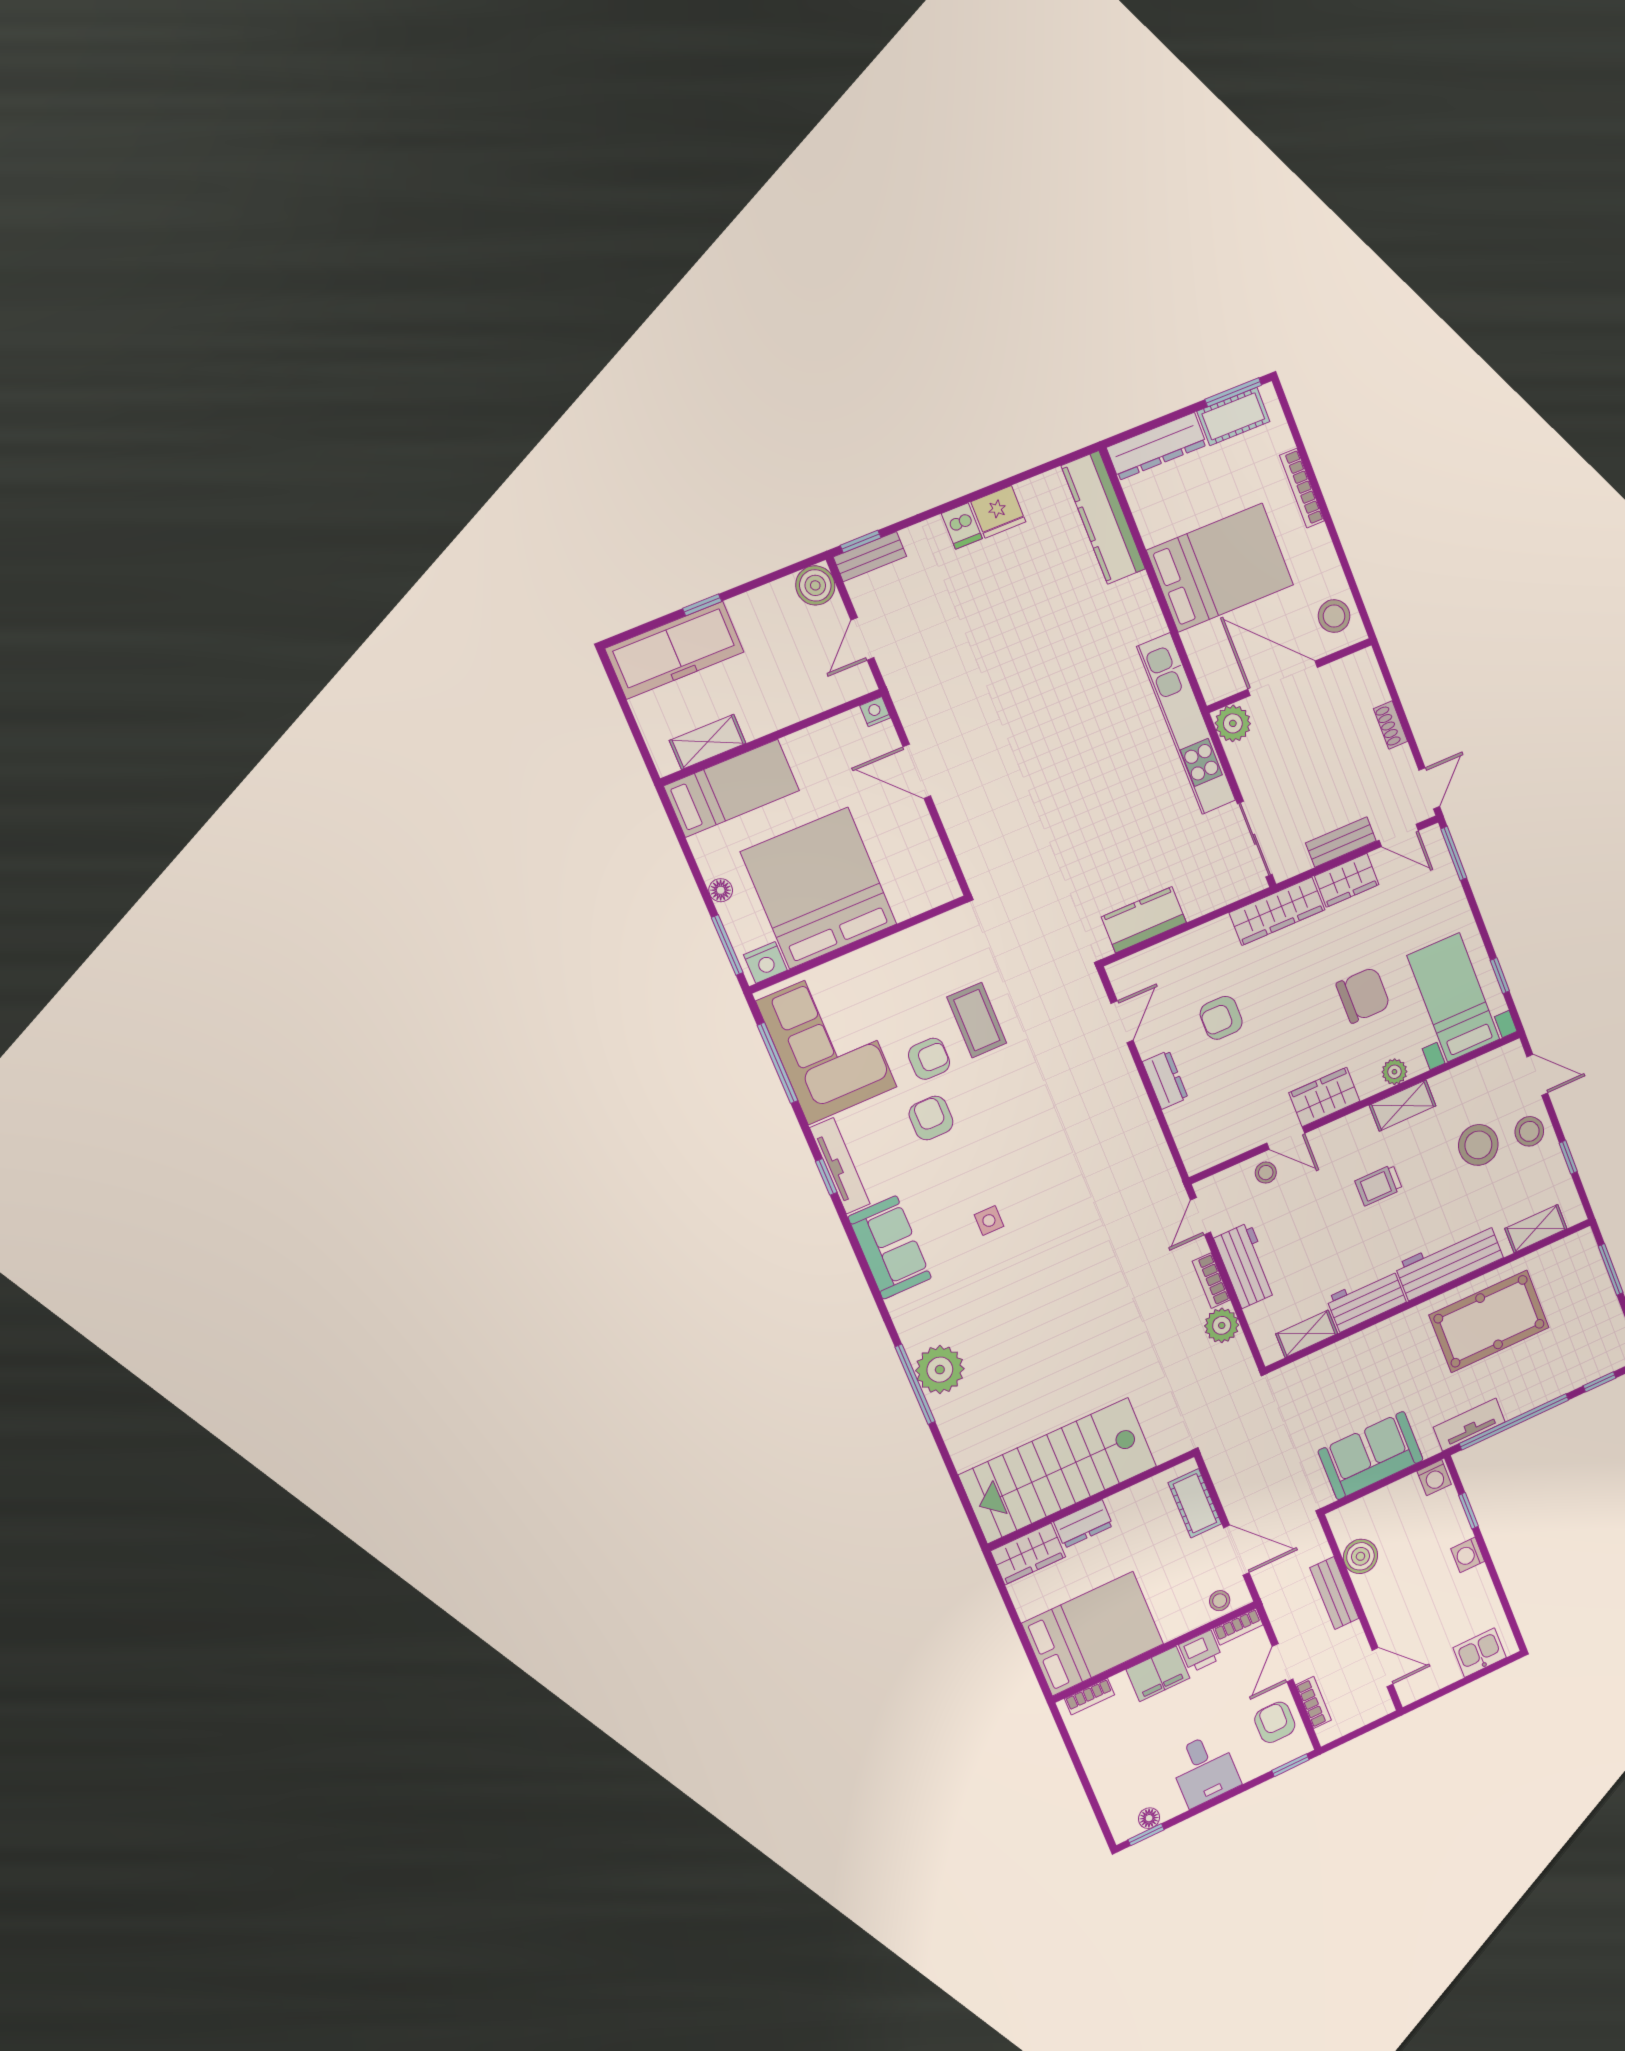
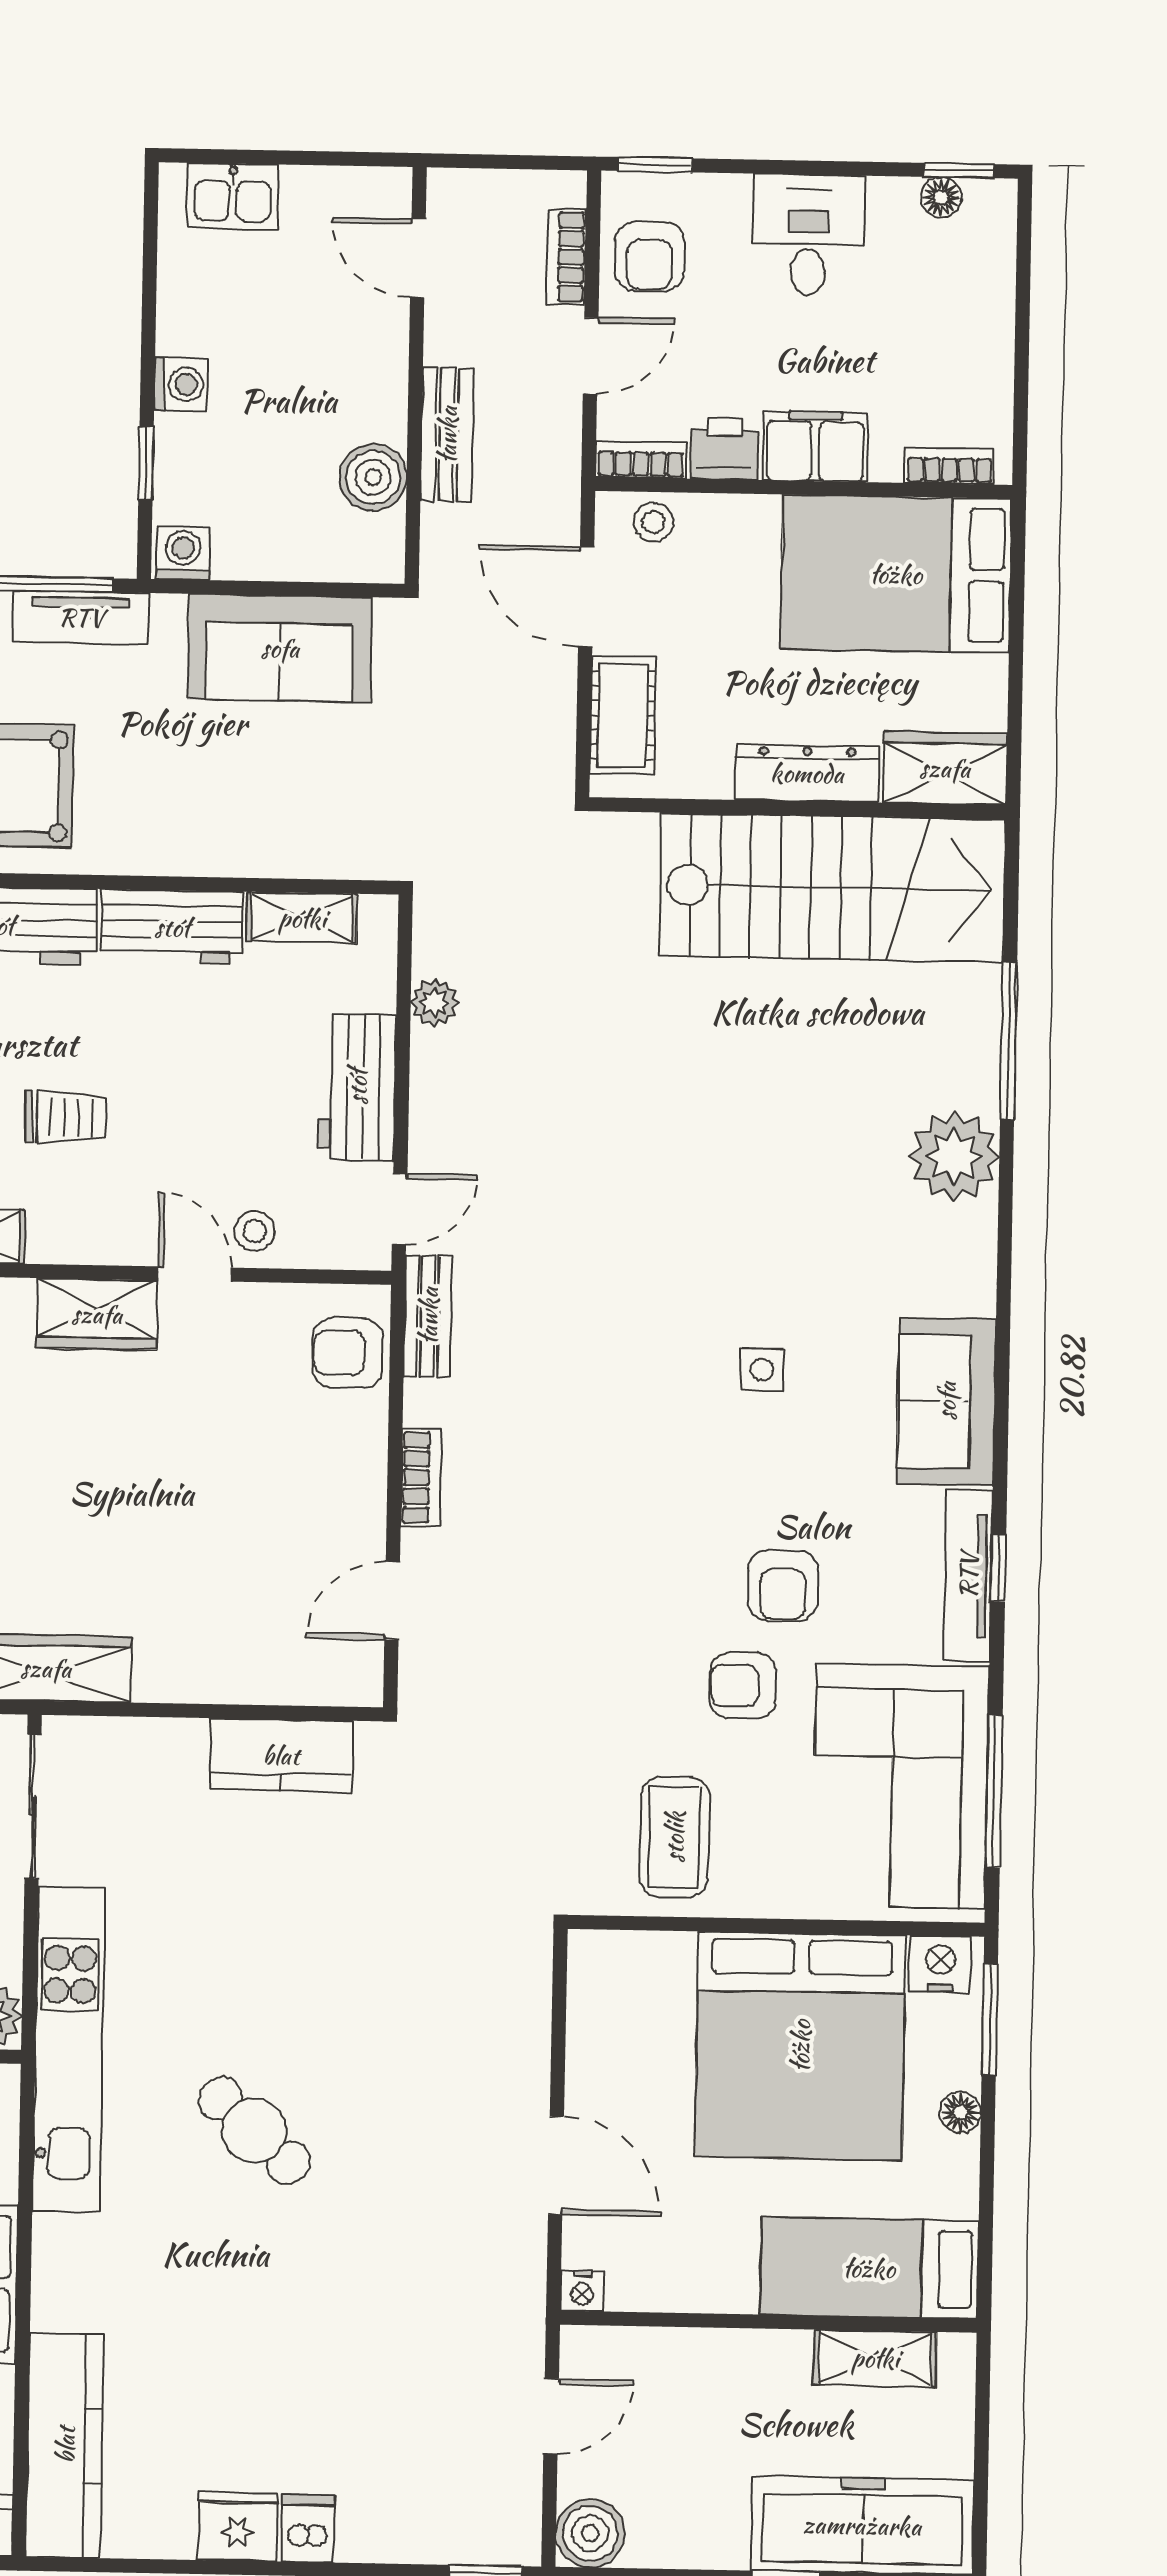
bench: (870, 557) -> (428, 1316), moved, turned 90
cafe table: (1077, 723) -> (254, 2131), added
armchair: (1221, 1018) -> (348, 1353), moved, turned 180
coffee table: (977, 1020) -> (674, 1837), moved
dresser: (1165, 1080) -> (361, 1469), removed
bookcase: (1211, 1281) -> (421, 1478), moved
plant: (1222, 1325) -> (435, 1003), width x0.73, depth x0.73
window: (915, 1384) -> (1009, 1041), moved
dresser: (1083, 1524) -> (807, 773), width x1.44

